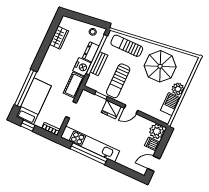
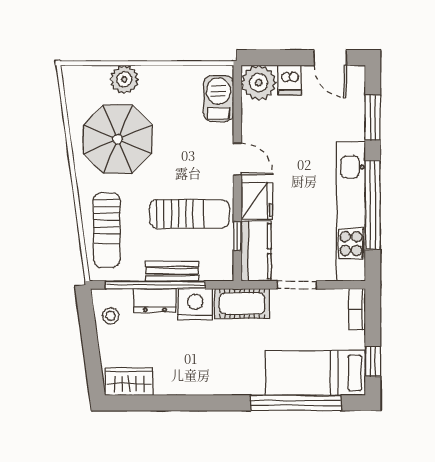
wardrobe: (59, 38) -> (129, 382), moved
plant: (178, 89) -> (124, 79), moved
kitchen counter: (92, 100) -> (256, 251), added
barbecue: (170, 104) -> (218, 98), moved, turned 90
window: (123, 169) -> (373, 118), added

